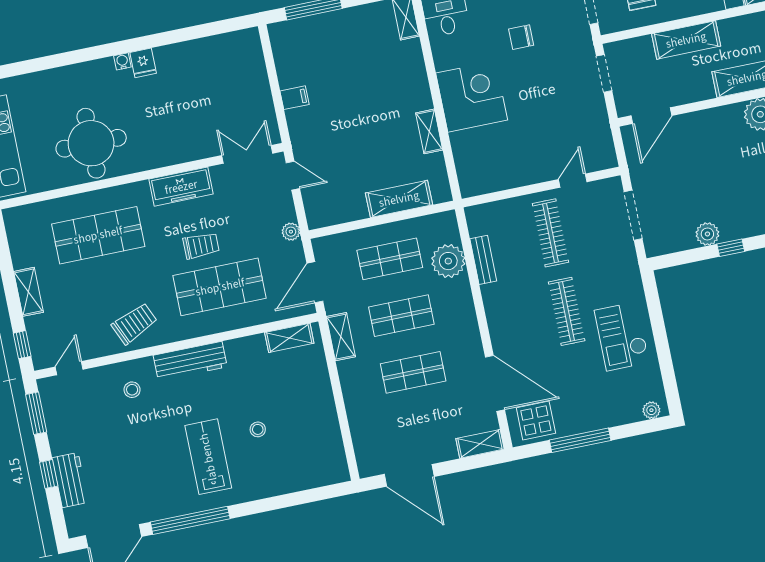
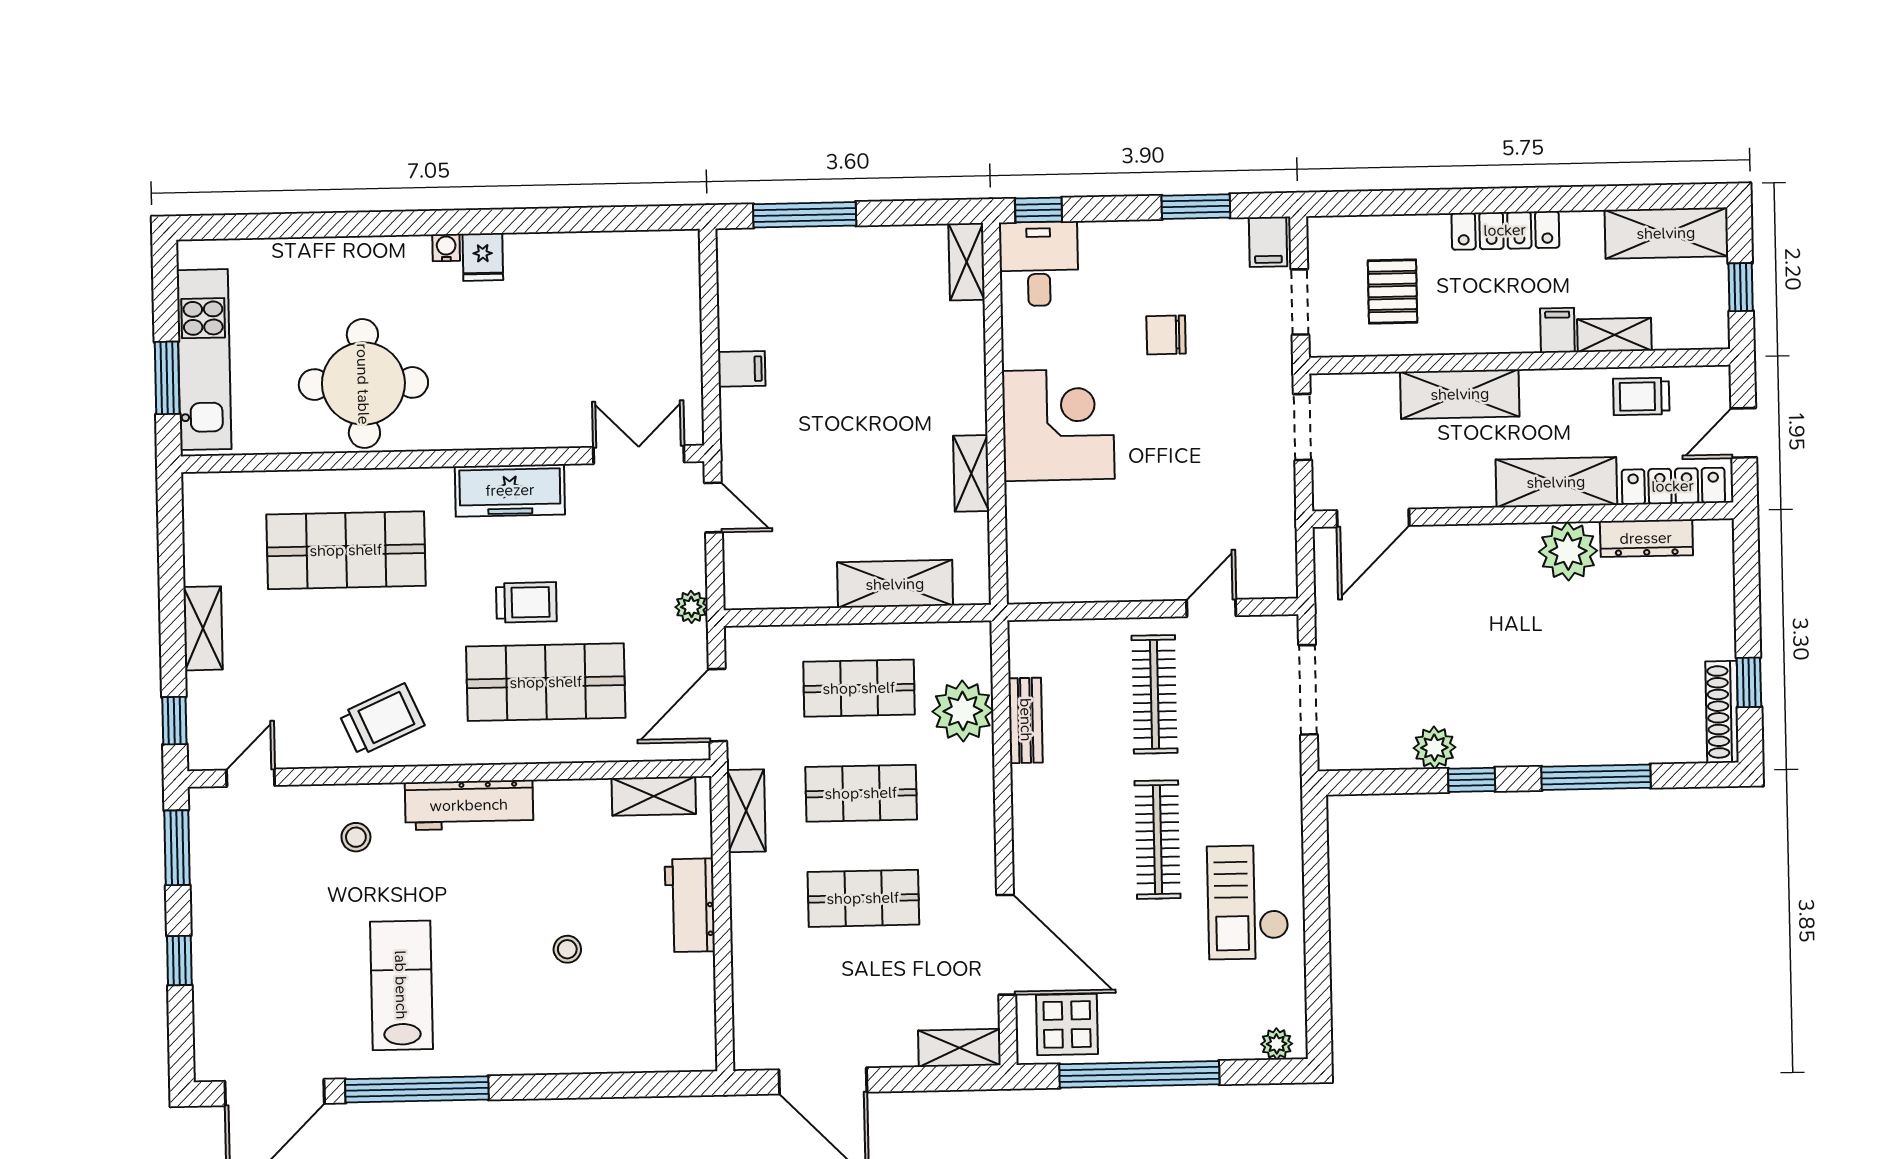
window: (580, 440) -> (1139, 1074), width x1.46
lab bench: (208, 457) -> (401, 985), moved
workbench: (70, 480) -> (690, 905), moved, turned 180

